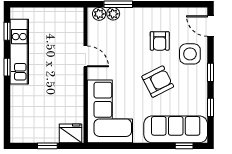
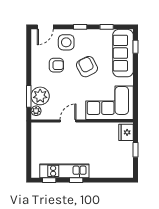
plant: (113, 14) -> (40, 96), width x1.88, depth x1.88

